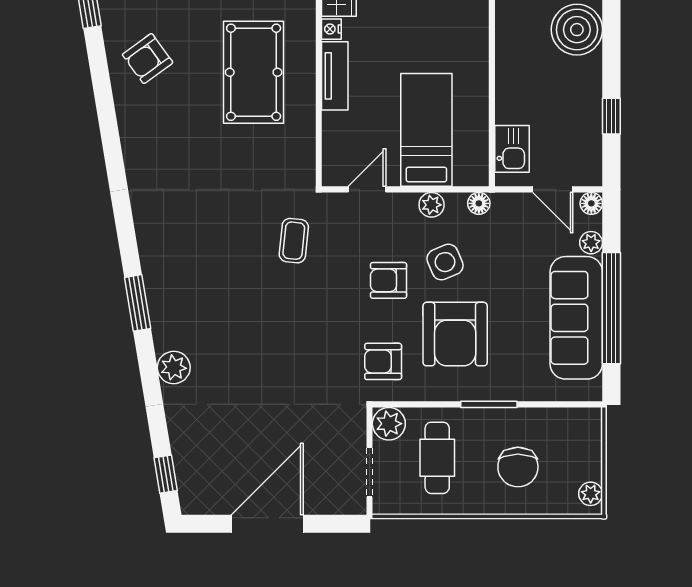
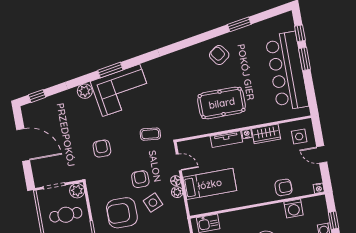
floor lamp: (479, 203) -> (176, 181), moved
corner sofa: (186, 287) -> (121, 90), added
armchair: (383, 361) -> (102, 149), moved

